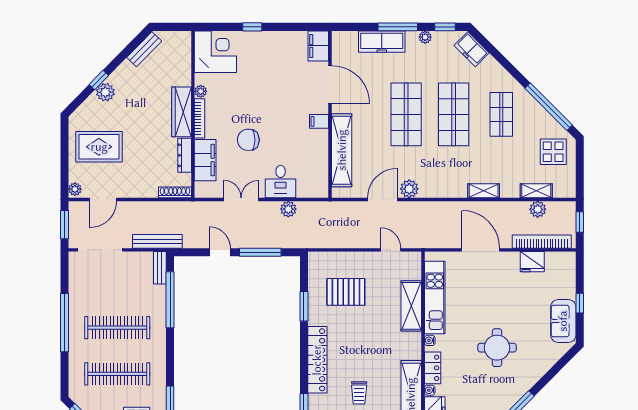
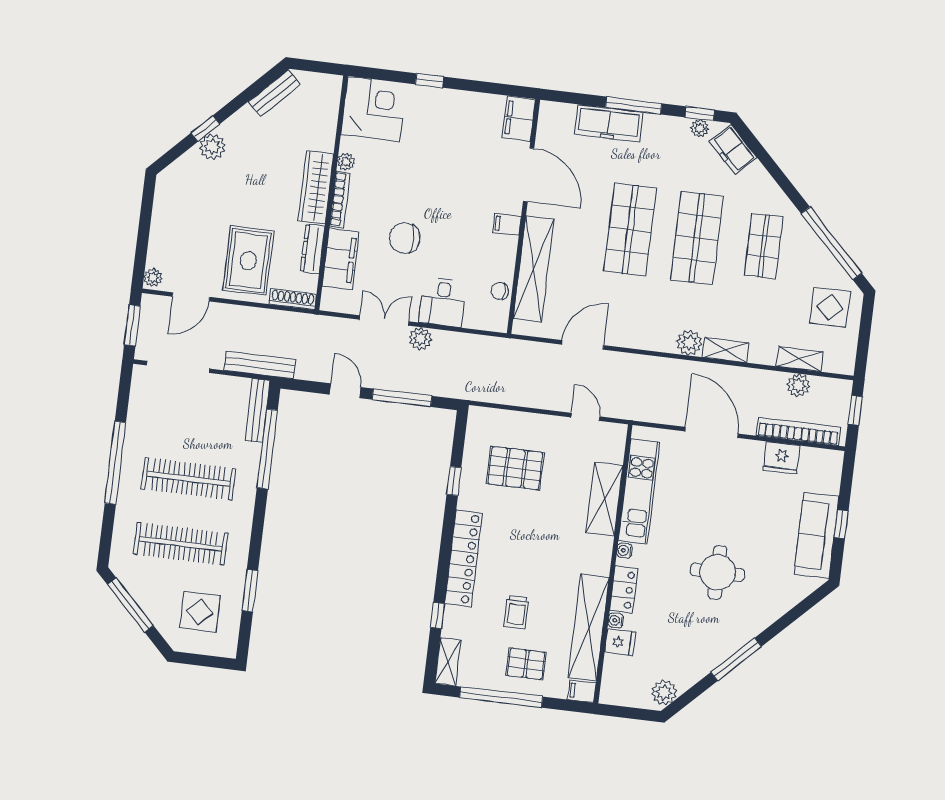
plant: (425, 37) -> (700, 128), moved
rug: (99, 147) -> (248, 261), moved, turned 90
chair: (320, 169) -> (500, 291), added
plant: (409, 189) -> (689, 343), moved
plant: (288, 209) -> (420, 339), moved
bench: (160, 268) -> (258, 411), width x1.36
window: (304, 306) -> (454, 481), width x0.67
sofa: (563, 321) -> (816, 535), width x1.36

